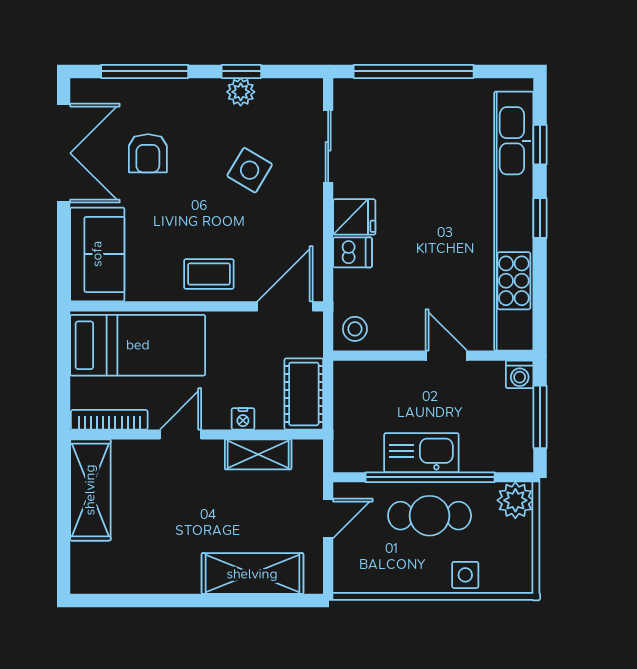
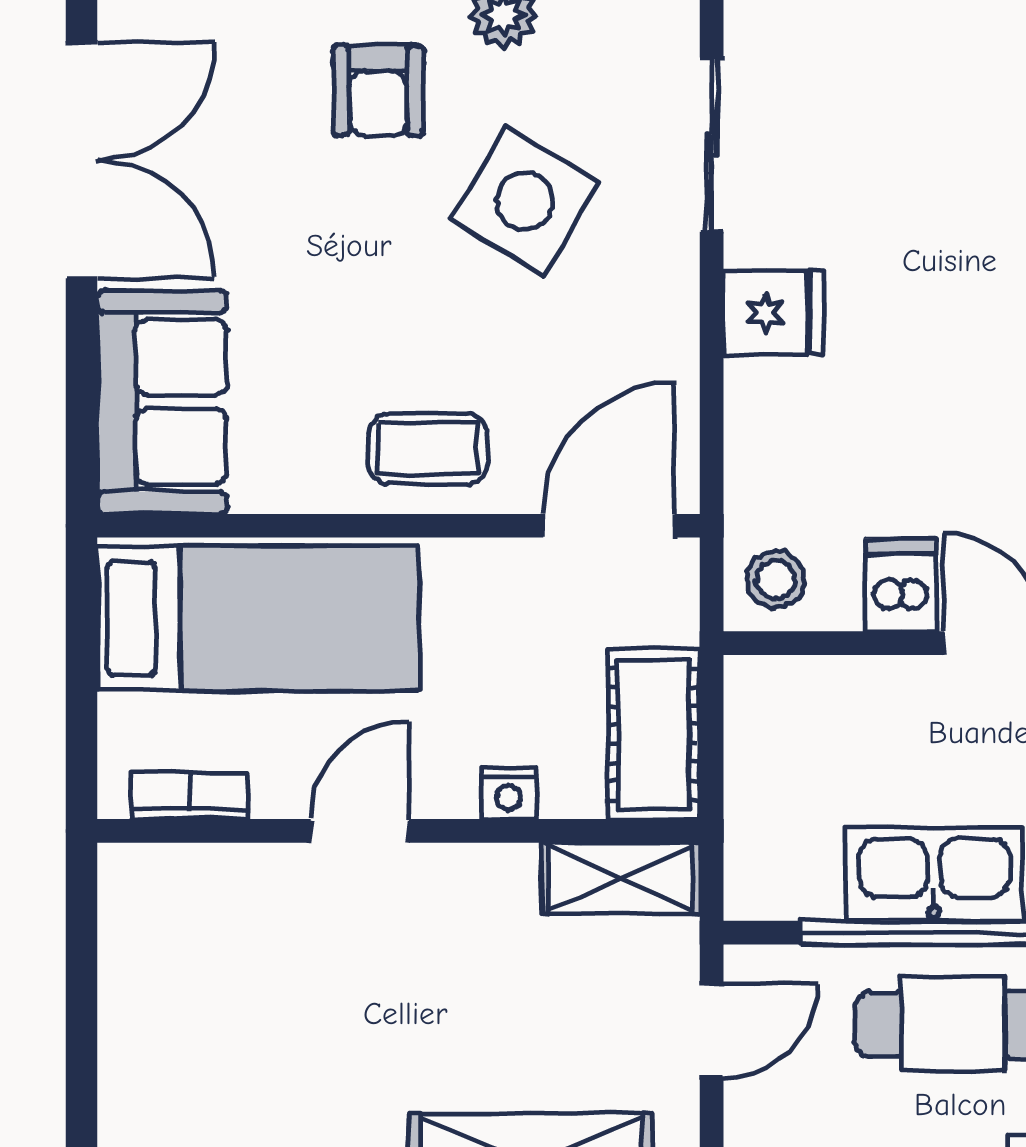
armchair: (148, 153) -> (378, 90), moved
side table: (250, 170) -> (525, 201), width x1.37, depth x1.37
dishwasher: (352, 252) -> (901, 585), moved, turned -90
bookcase: (109, 420) -> (190, 796), width x0.64
shelving: (258, 454) -> (621, 878), moved
shelving: (90, 490) -> (145, 963), removed

